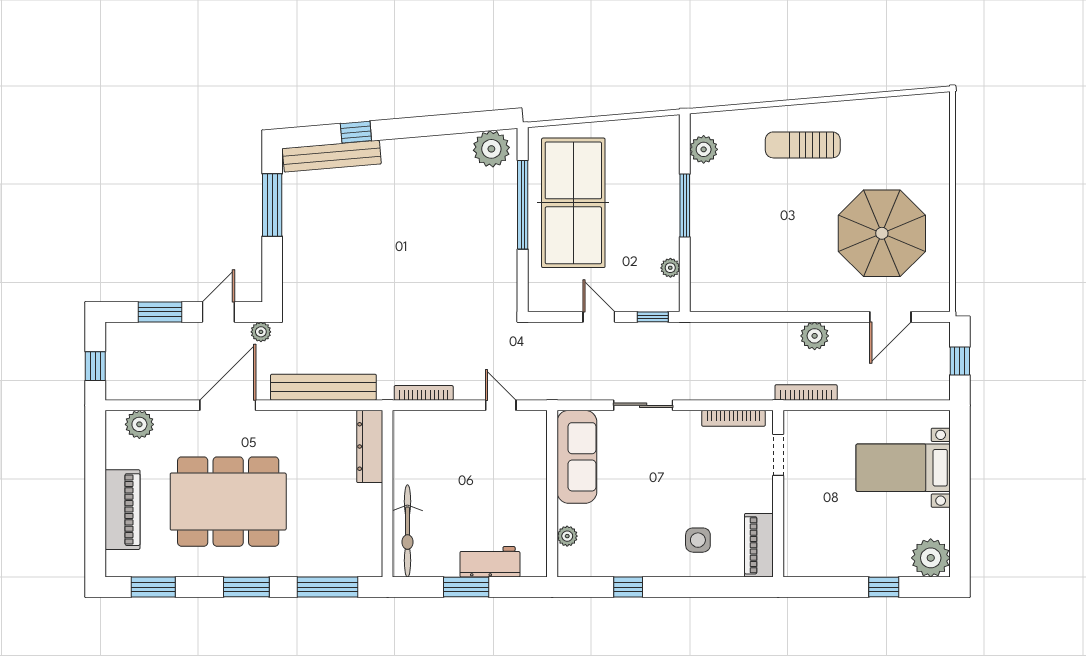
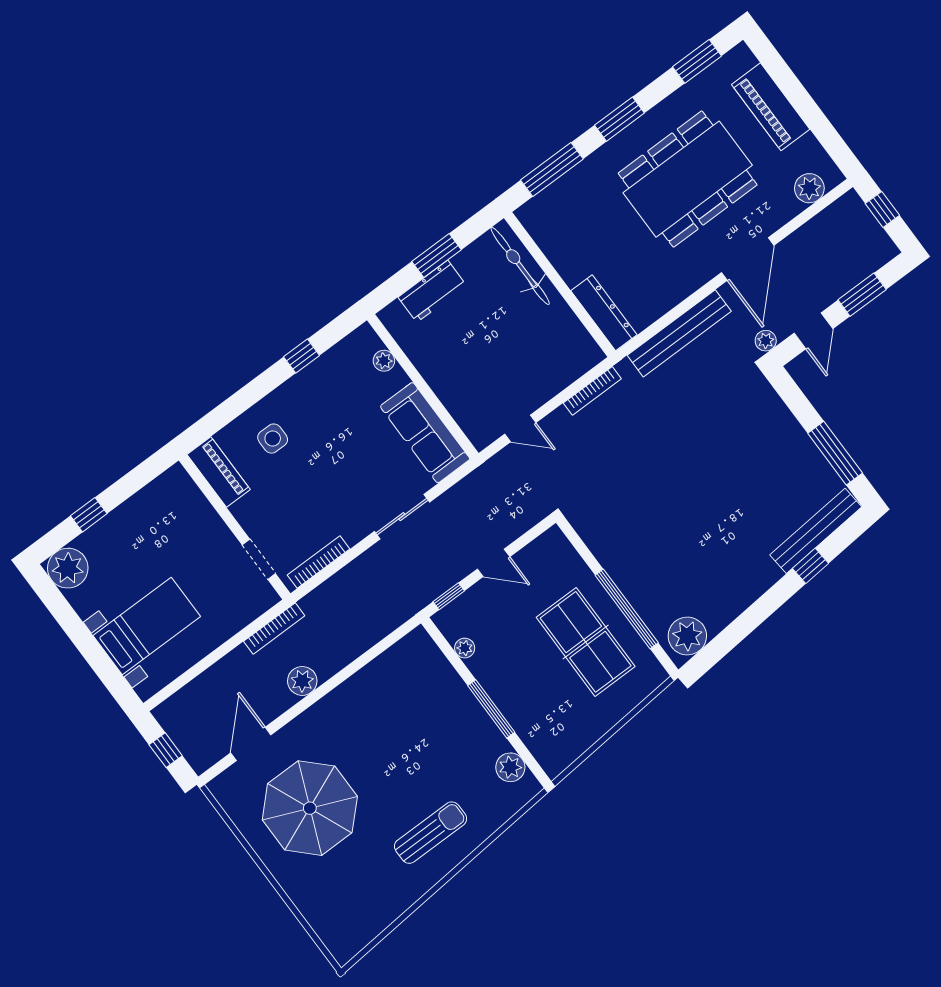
table tennis table: (573, 203) -> (586, 642), width x0.73, depth x0.76

